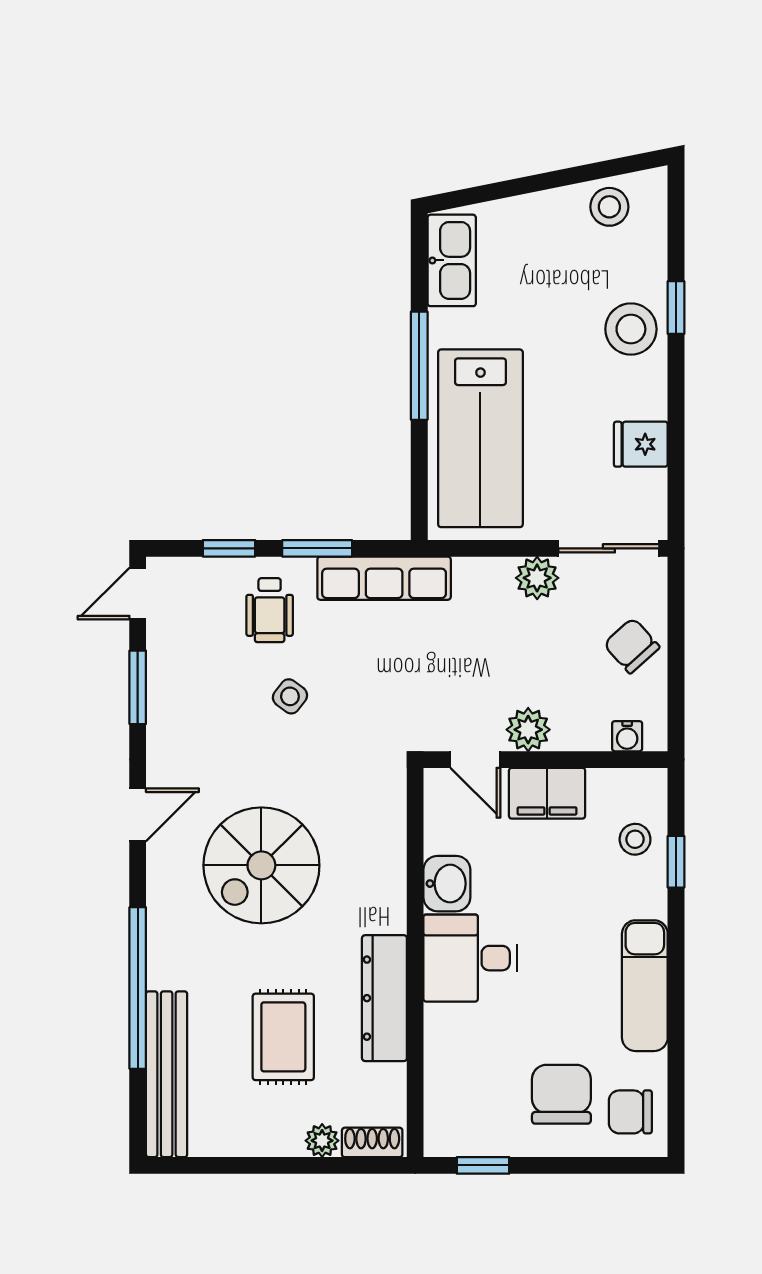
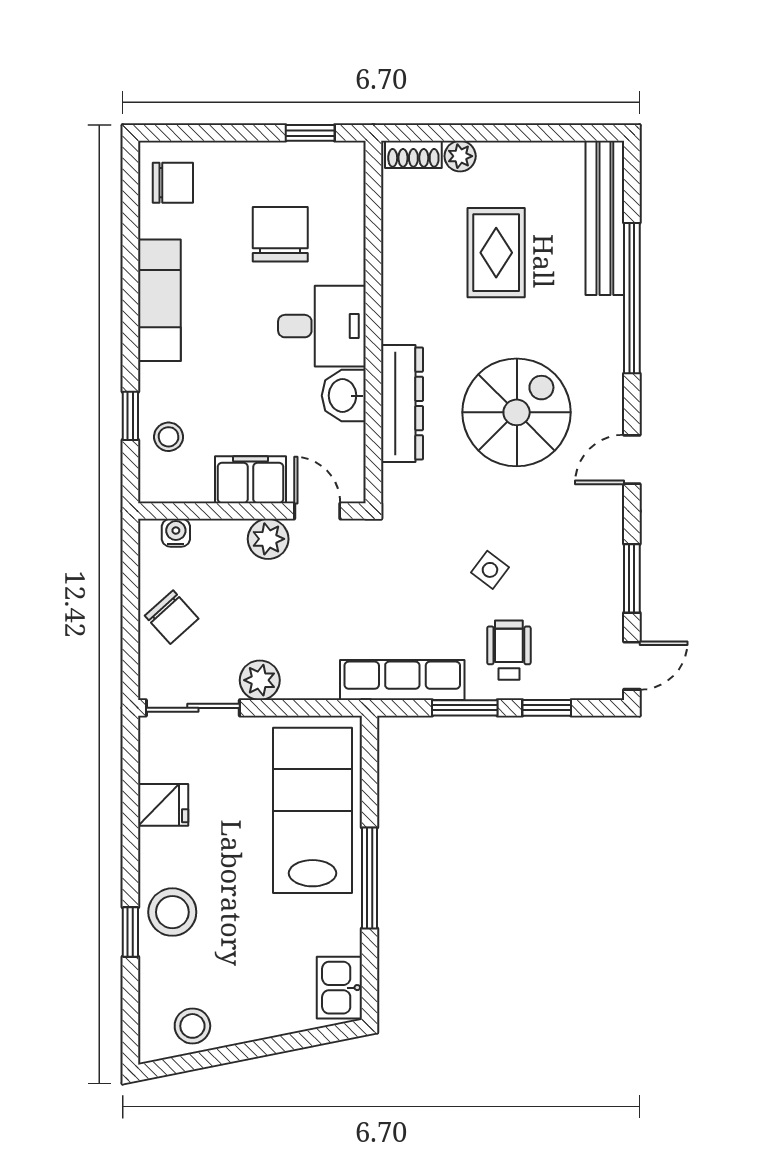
kitchen sink: (452, 260) -> (339, 988), width x0.73
dresser: (384, 998) -> (402, 404), moved
chair: (561, 1094) -> (280, 234), moved, turned 180

